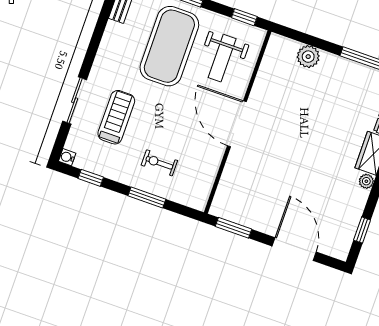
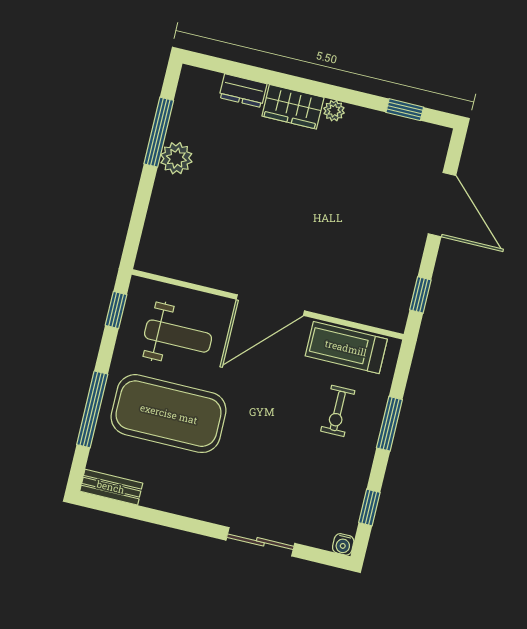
plant: (308, 57) -> (176, 158), moved
treadmill: (116, 117) -> (346, 348), moved
window: (233, 228) -> (420, 295), width x0.67
door: (294, 249) -> (442, 205), swing flipped

